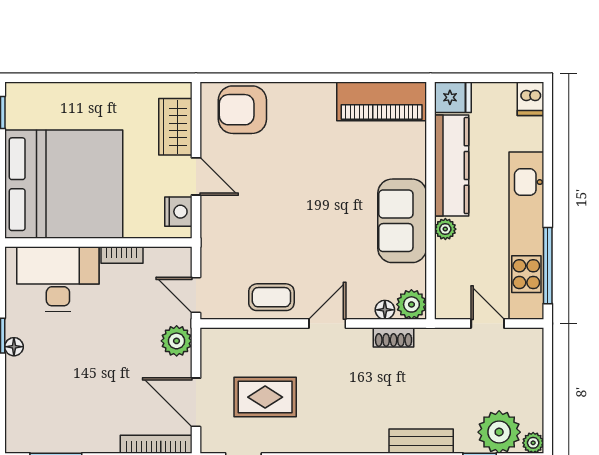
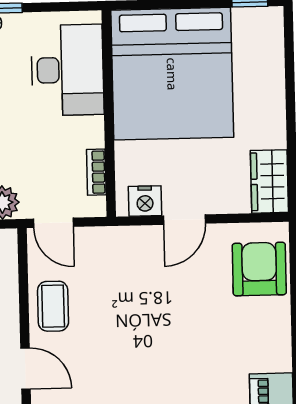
wardrobe: (175, 127) -> (269, 181), moved, turned -90
bookcase: (122, 255) -> (96, 172), moved
door: (196, 295) -> (53, 223), swing flipped

